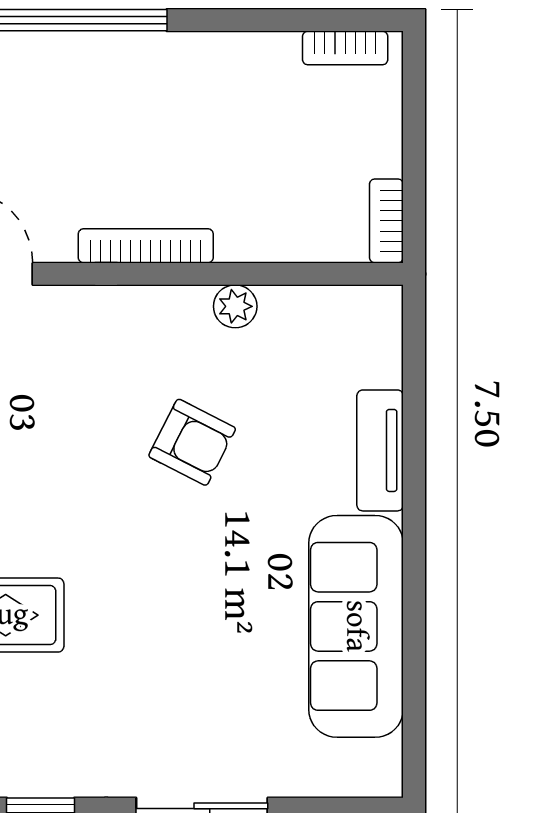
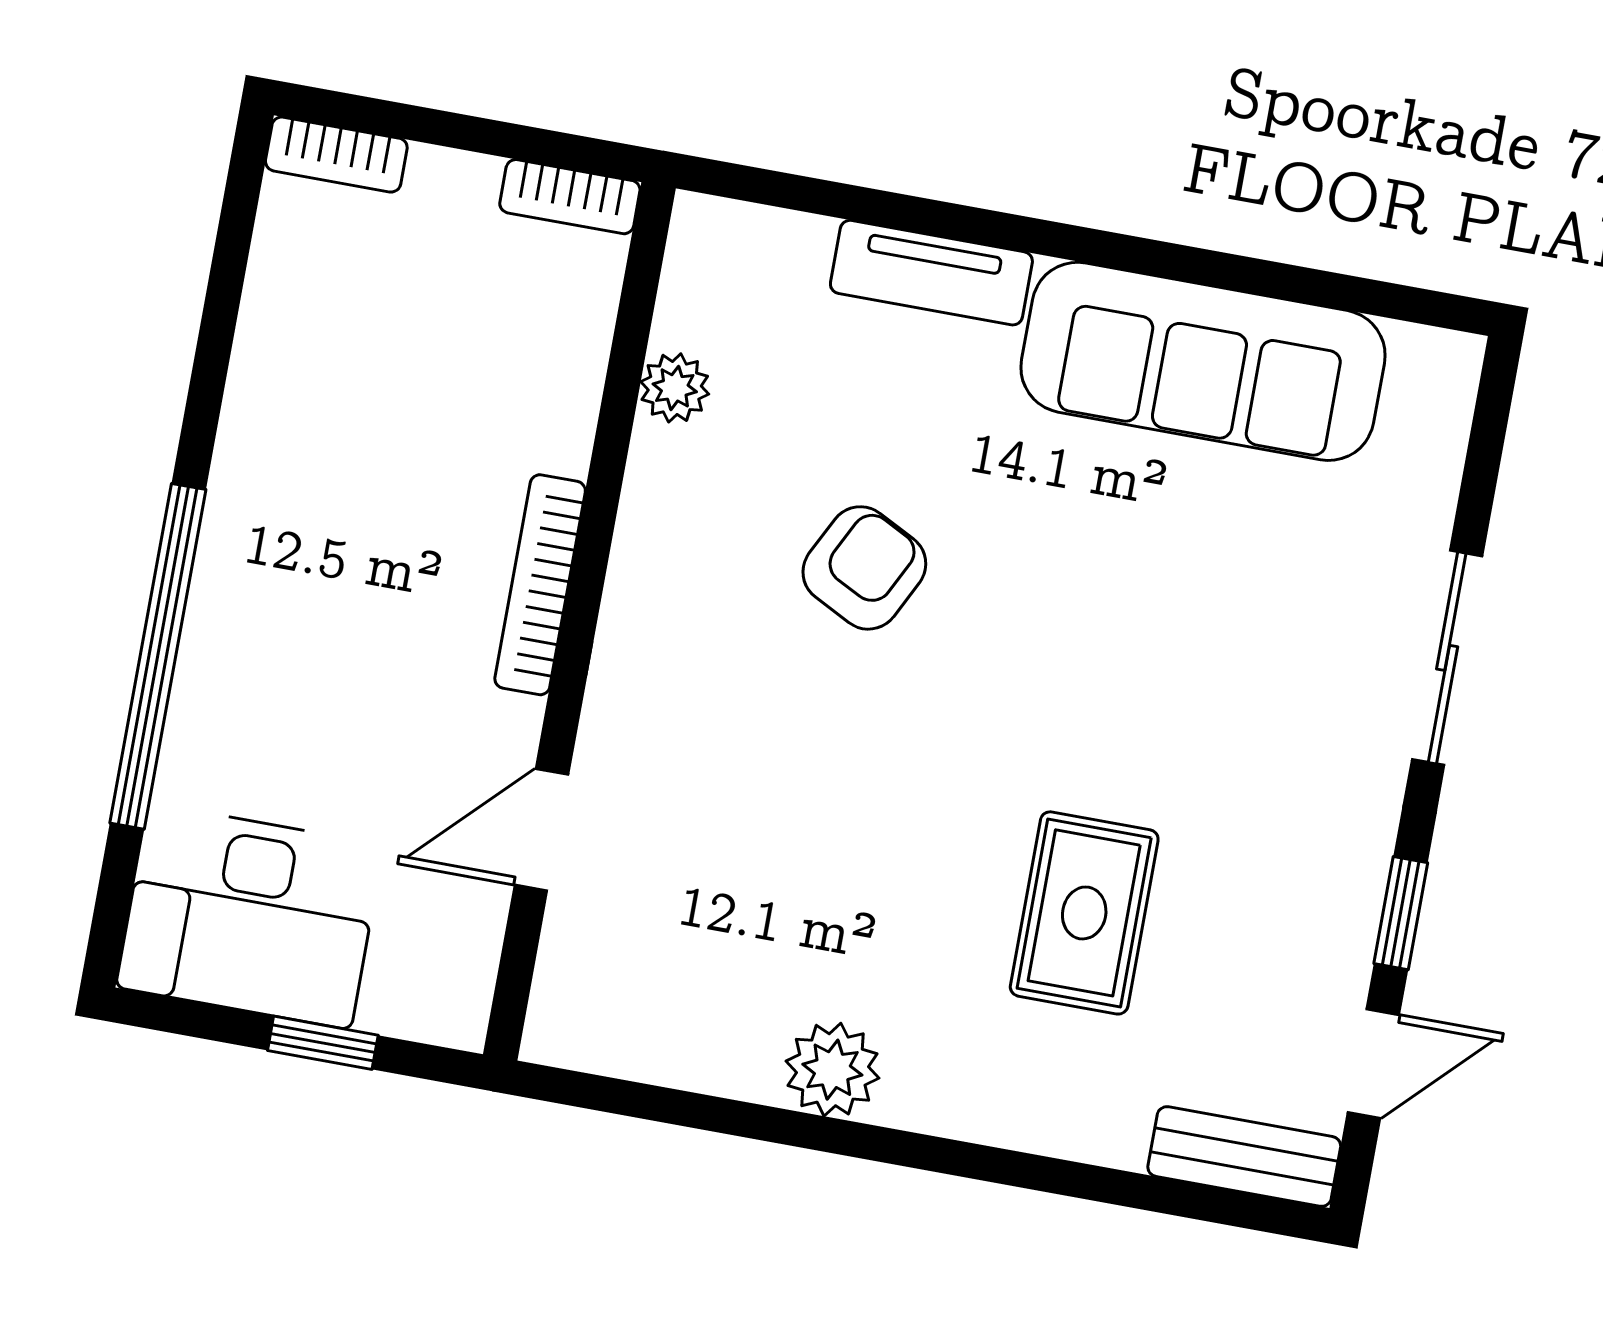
bookcase: (345, 48) -> (336, 155), moved, turned 90
plant: (235, 306) -> (675, 388), moved

